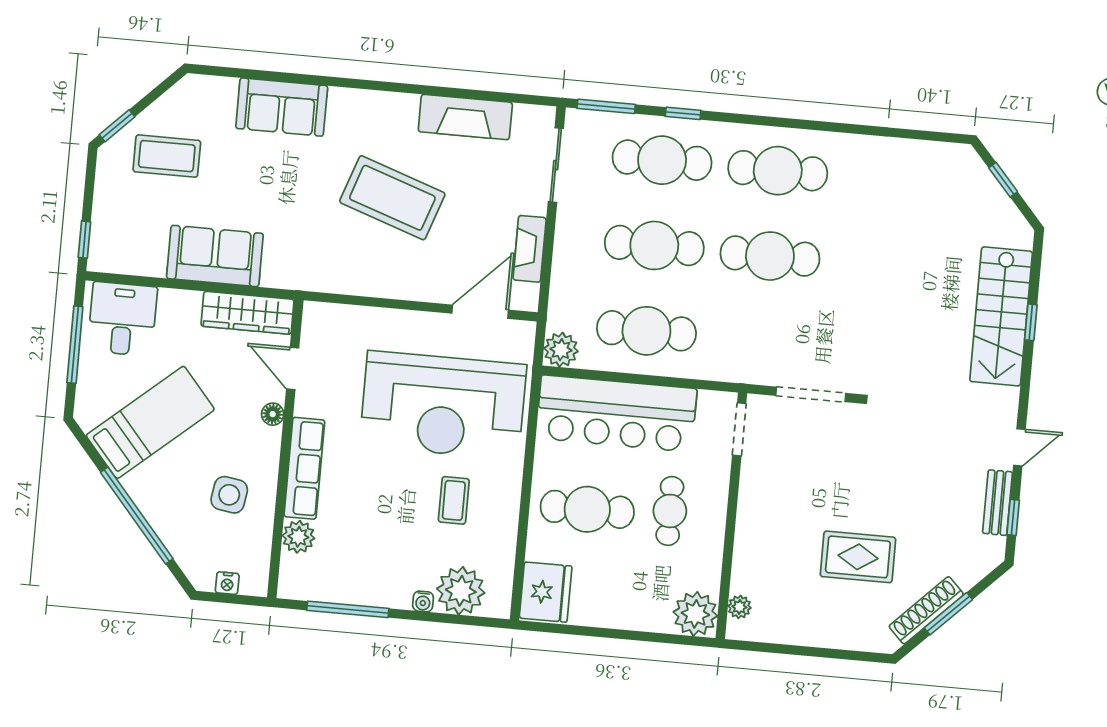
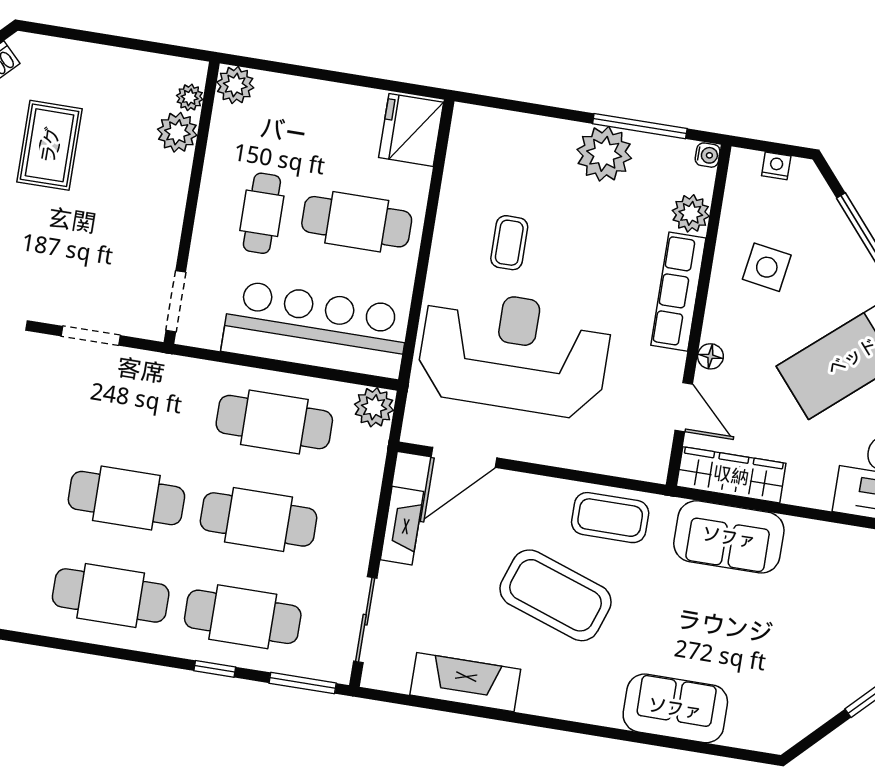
coffee table: (167, 156) -> (610, 518), moved
sofa: (215, 256) -> (729, 537), moved
doorway: (811, 394) -> (91, 336), width x0.73
rug: (858, 557) -> (50, 145), turned 90
plant: (748, 576) -> (177, 132), added
plant: (461, 591) -> (604, 154), moved
water cooler: (423, 601) -> (708, 155), moved, turned 90
plant: (695, 614) -> (235, 85), width x0.73, depth x0.73

